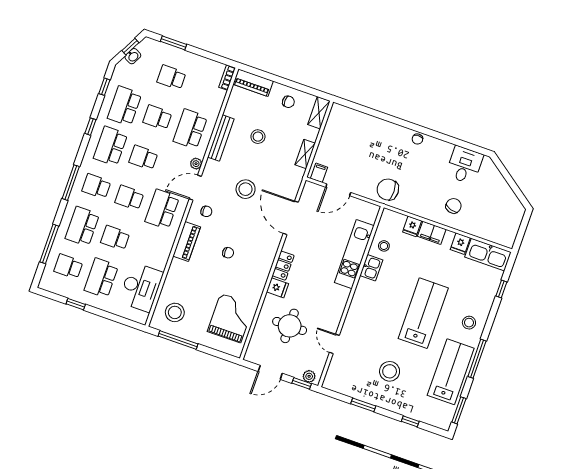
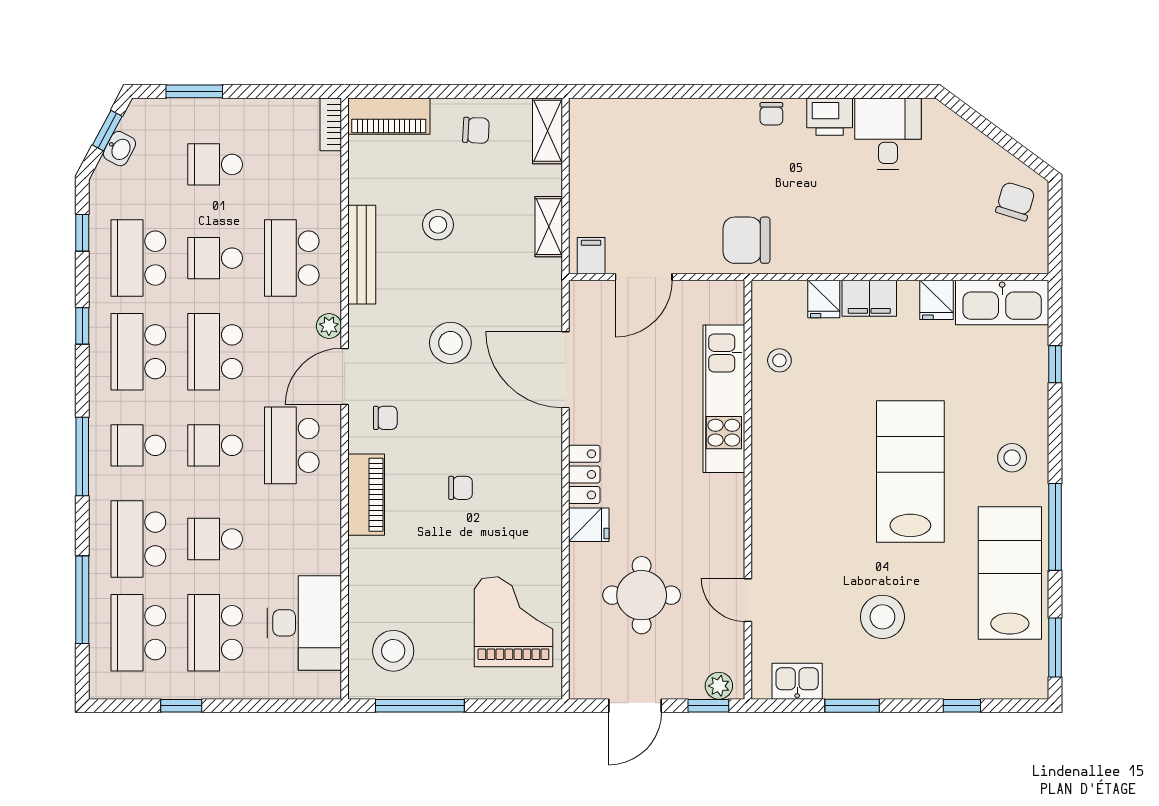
printer: (442, 149) -> (830, 117), added
school desk: (143, 158) -> (215, 352), width x1.85
chair: (454, 206) -> (1015, 201), moved
school desk: (68, 266) -> (138, 633), width x1.85
kitchen sink: (371, 268) -> (797, 681), moved, turned -90

